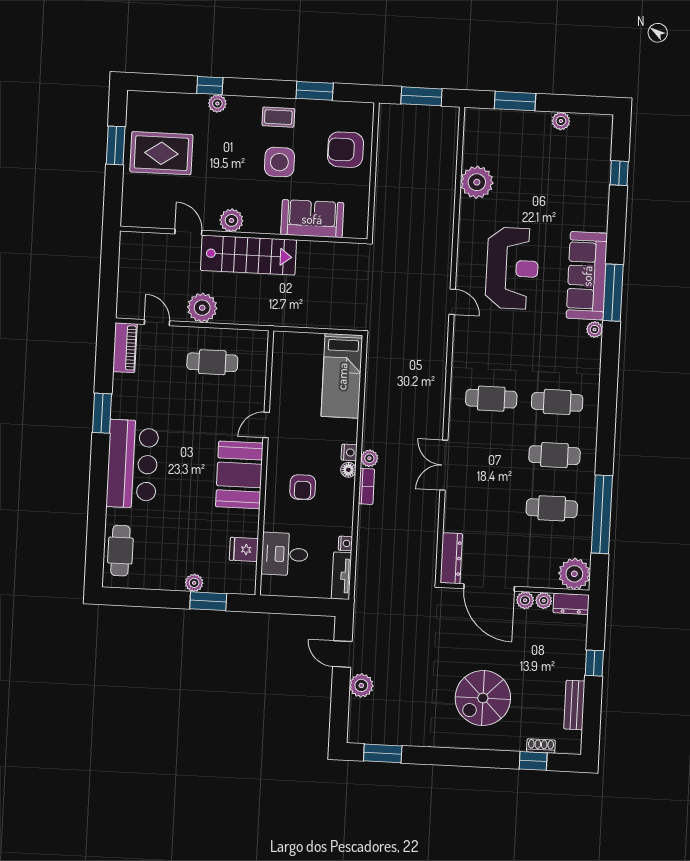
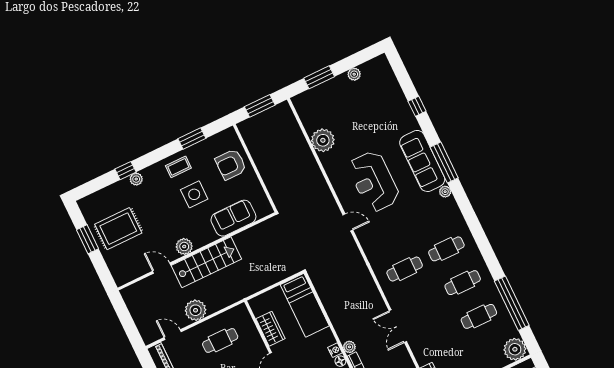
window: (619, 173) -> (417, 106), moved
reception desk: (512, 268) -> (374, 181), turned 180
wardrobe: (283, 382) -> (270, 329), added

